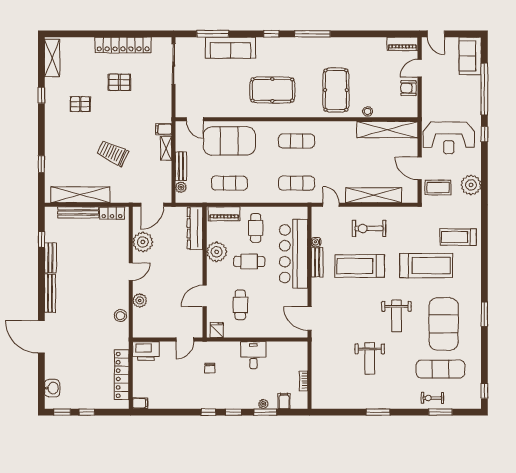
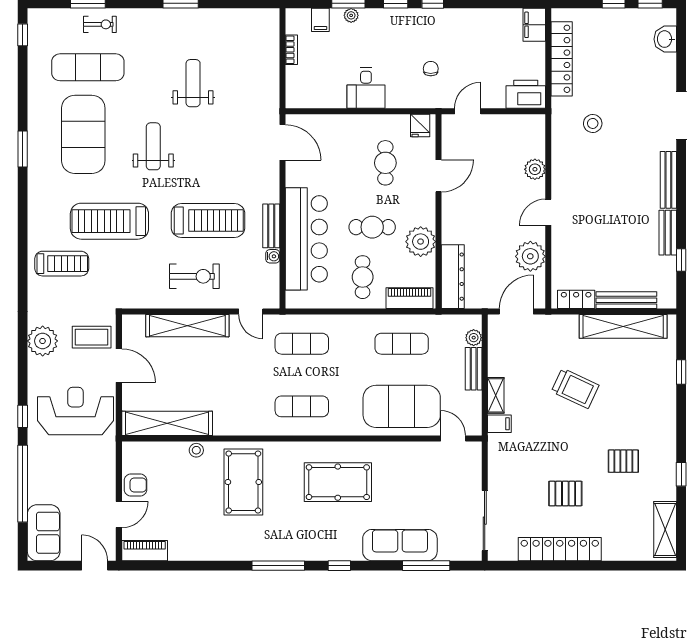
stool: (120, 316) -> (593, 123), moved
filing cabinet: (140, 403) -> (534, 25), width x2.00

